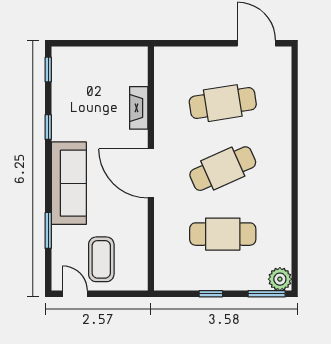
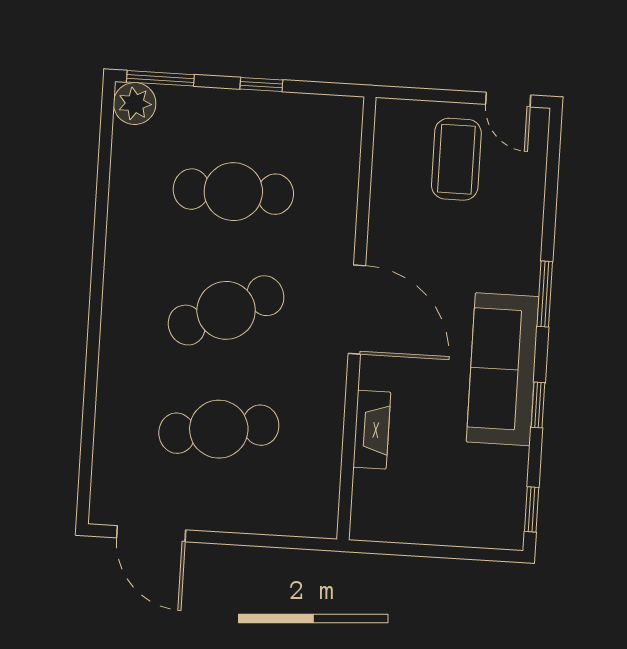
sofa: (69, 183) -> (503, 369), moved
window: (48, 230) -> (545, 294), moved

